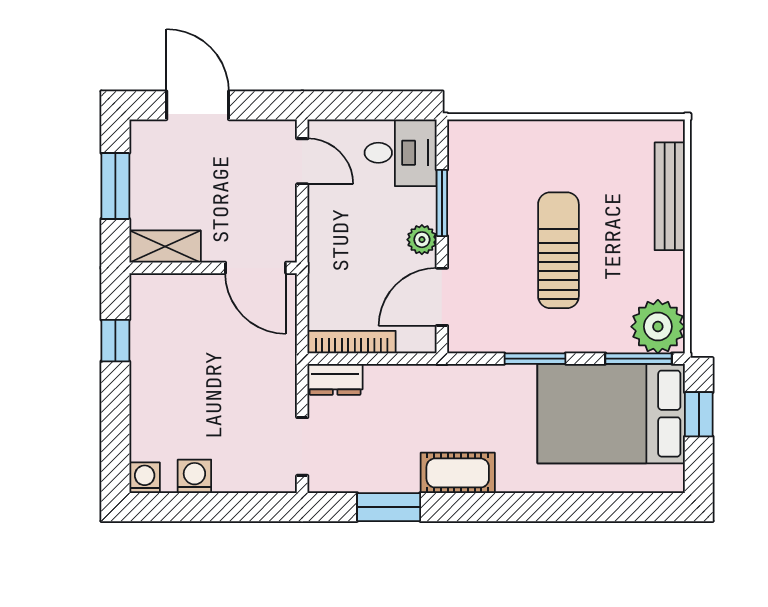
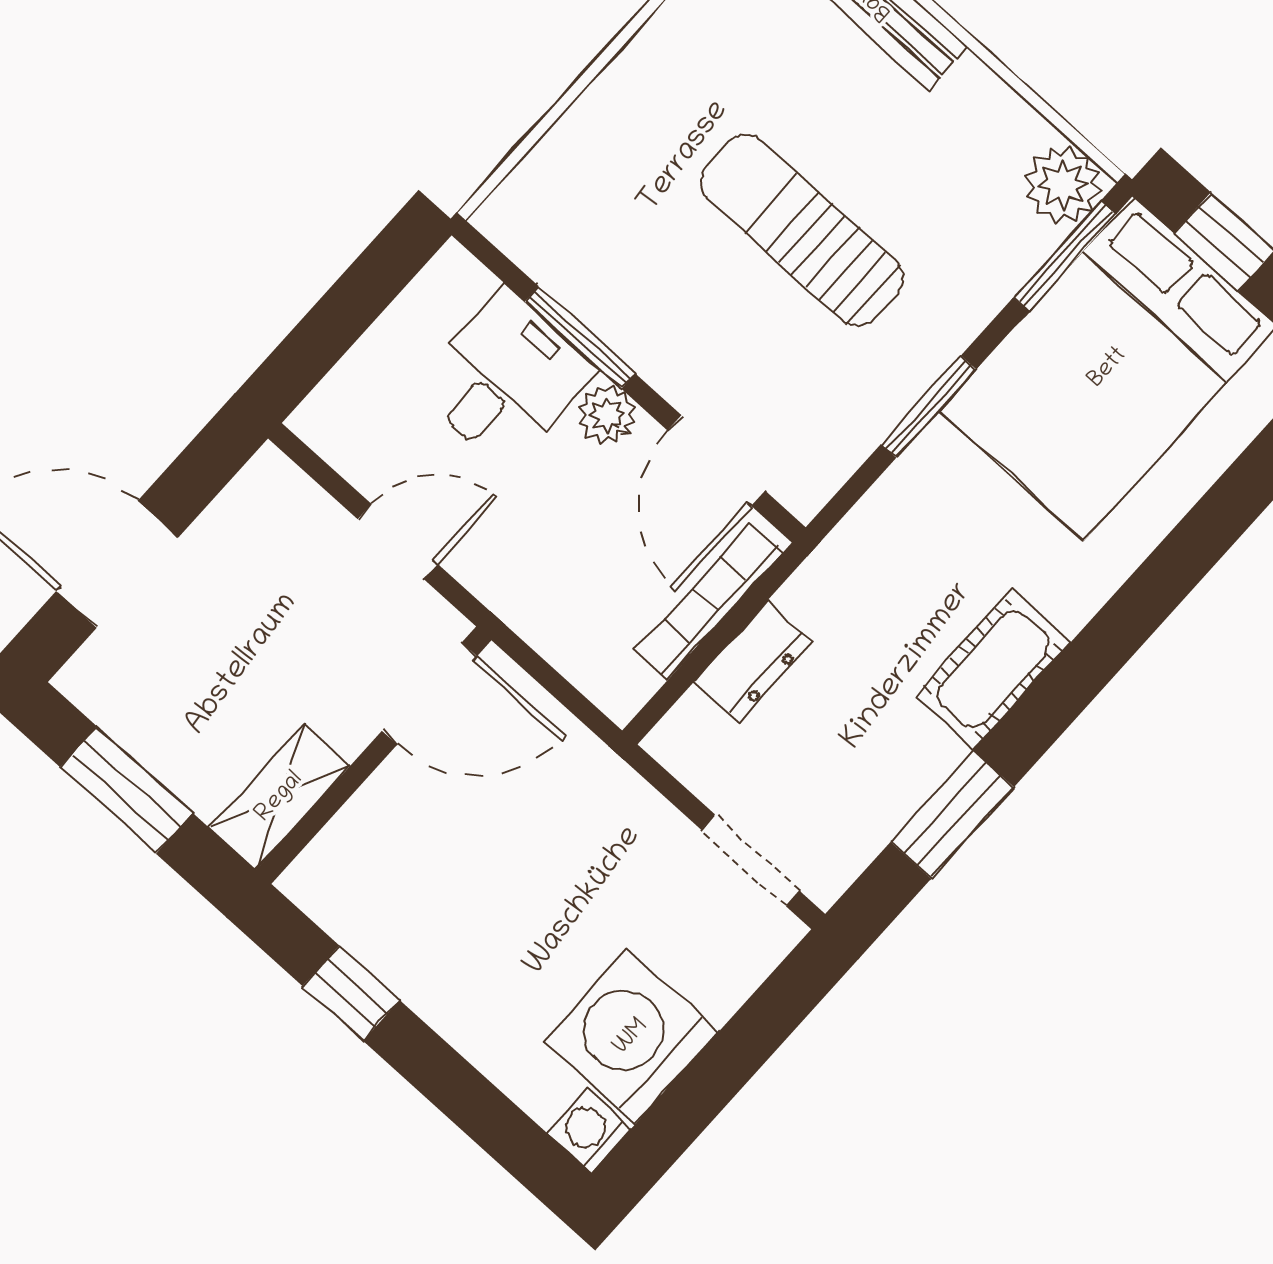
desk: (401, 153) -> (505, 379), moved
door: (302, 161) -> (398, 542), moved
plant: (658, 327) -> (1063, 185), width x0.73, depth x0.73
bookcase: (352, 342) -> (708, 602), moved
dresser: (335, 379) -> (753, 662), moved
washing machine: (194, 476) -> (631, 1037), width x1.89, depth x1.89

